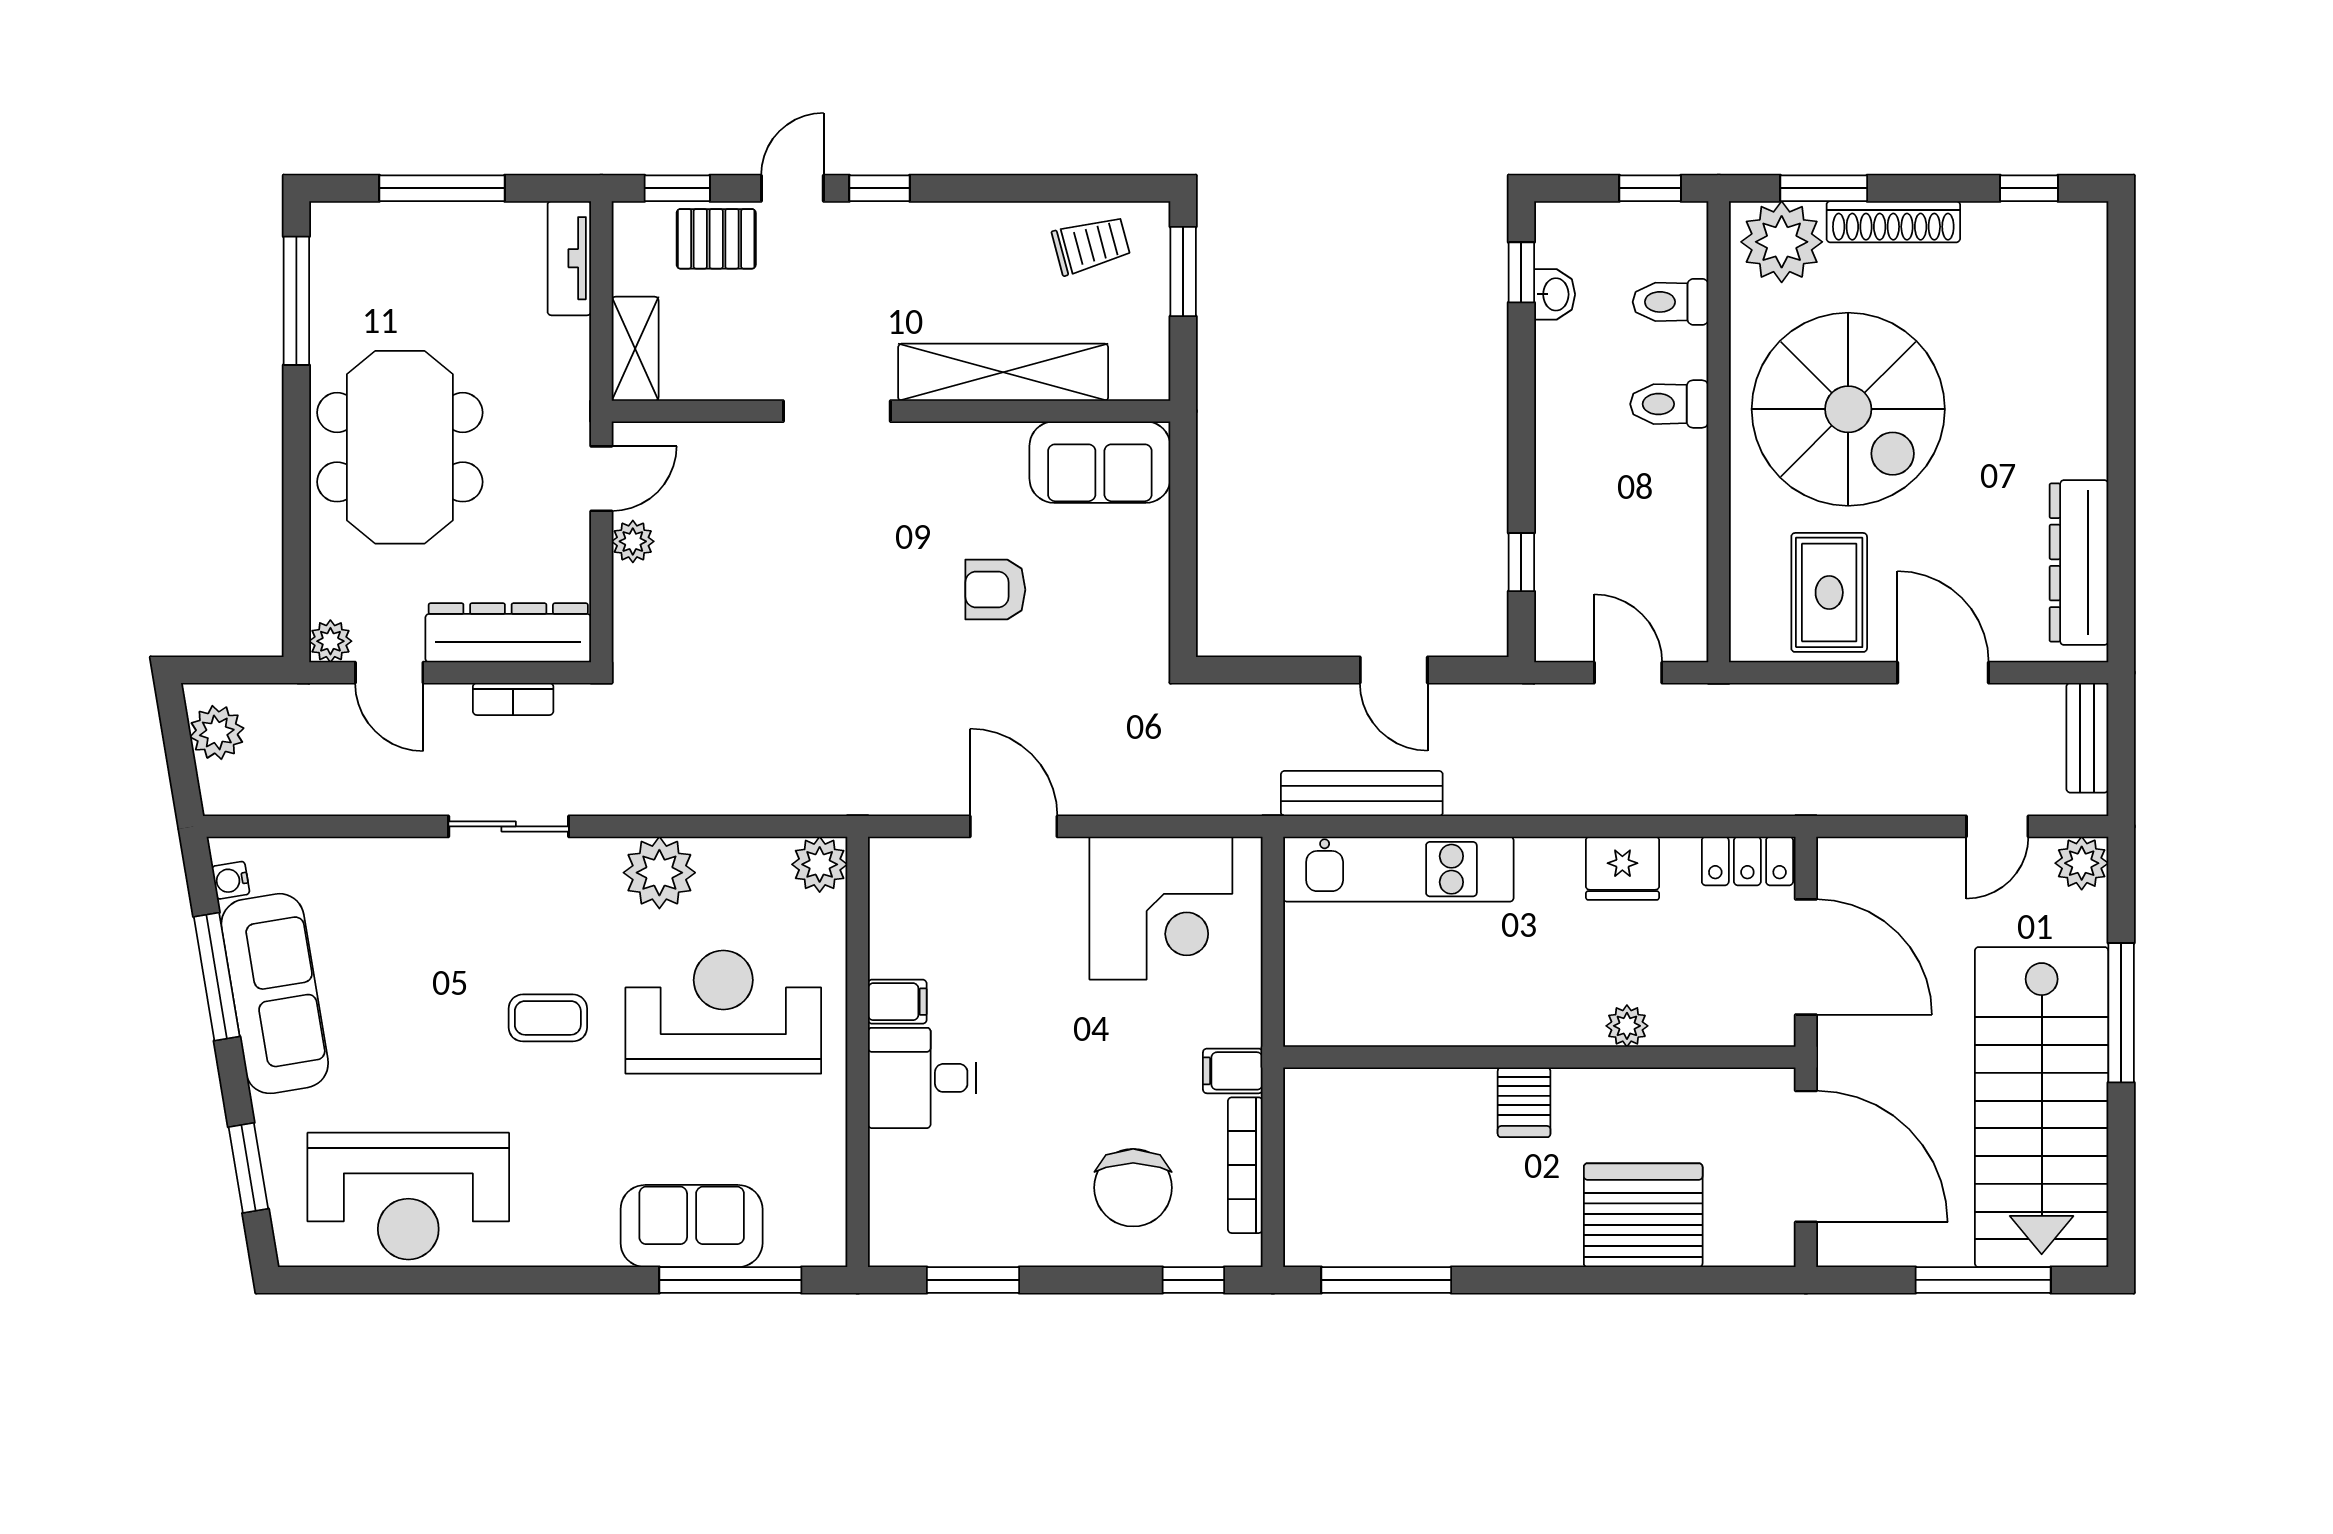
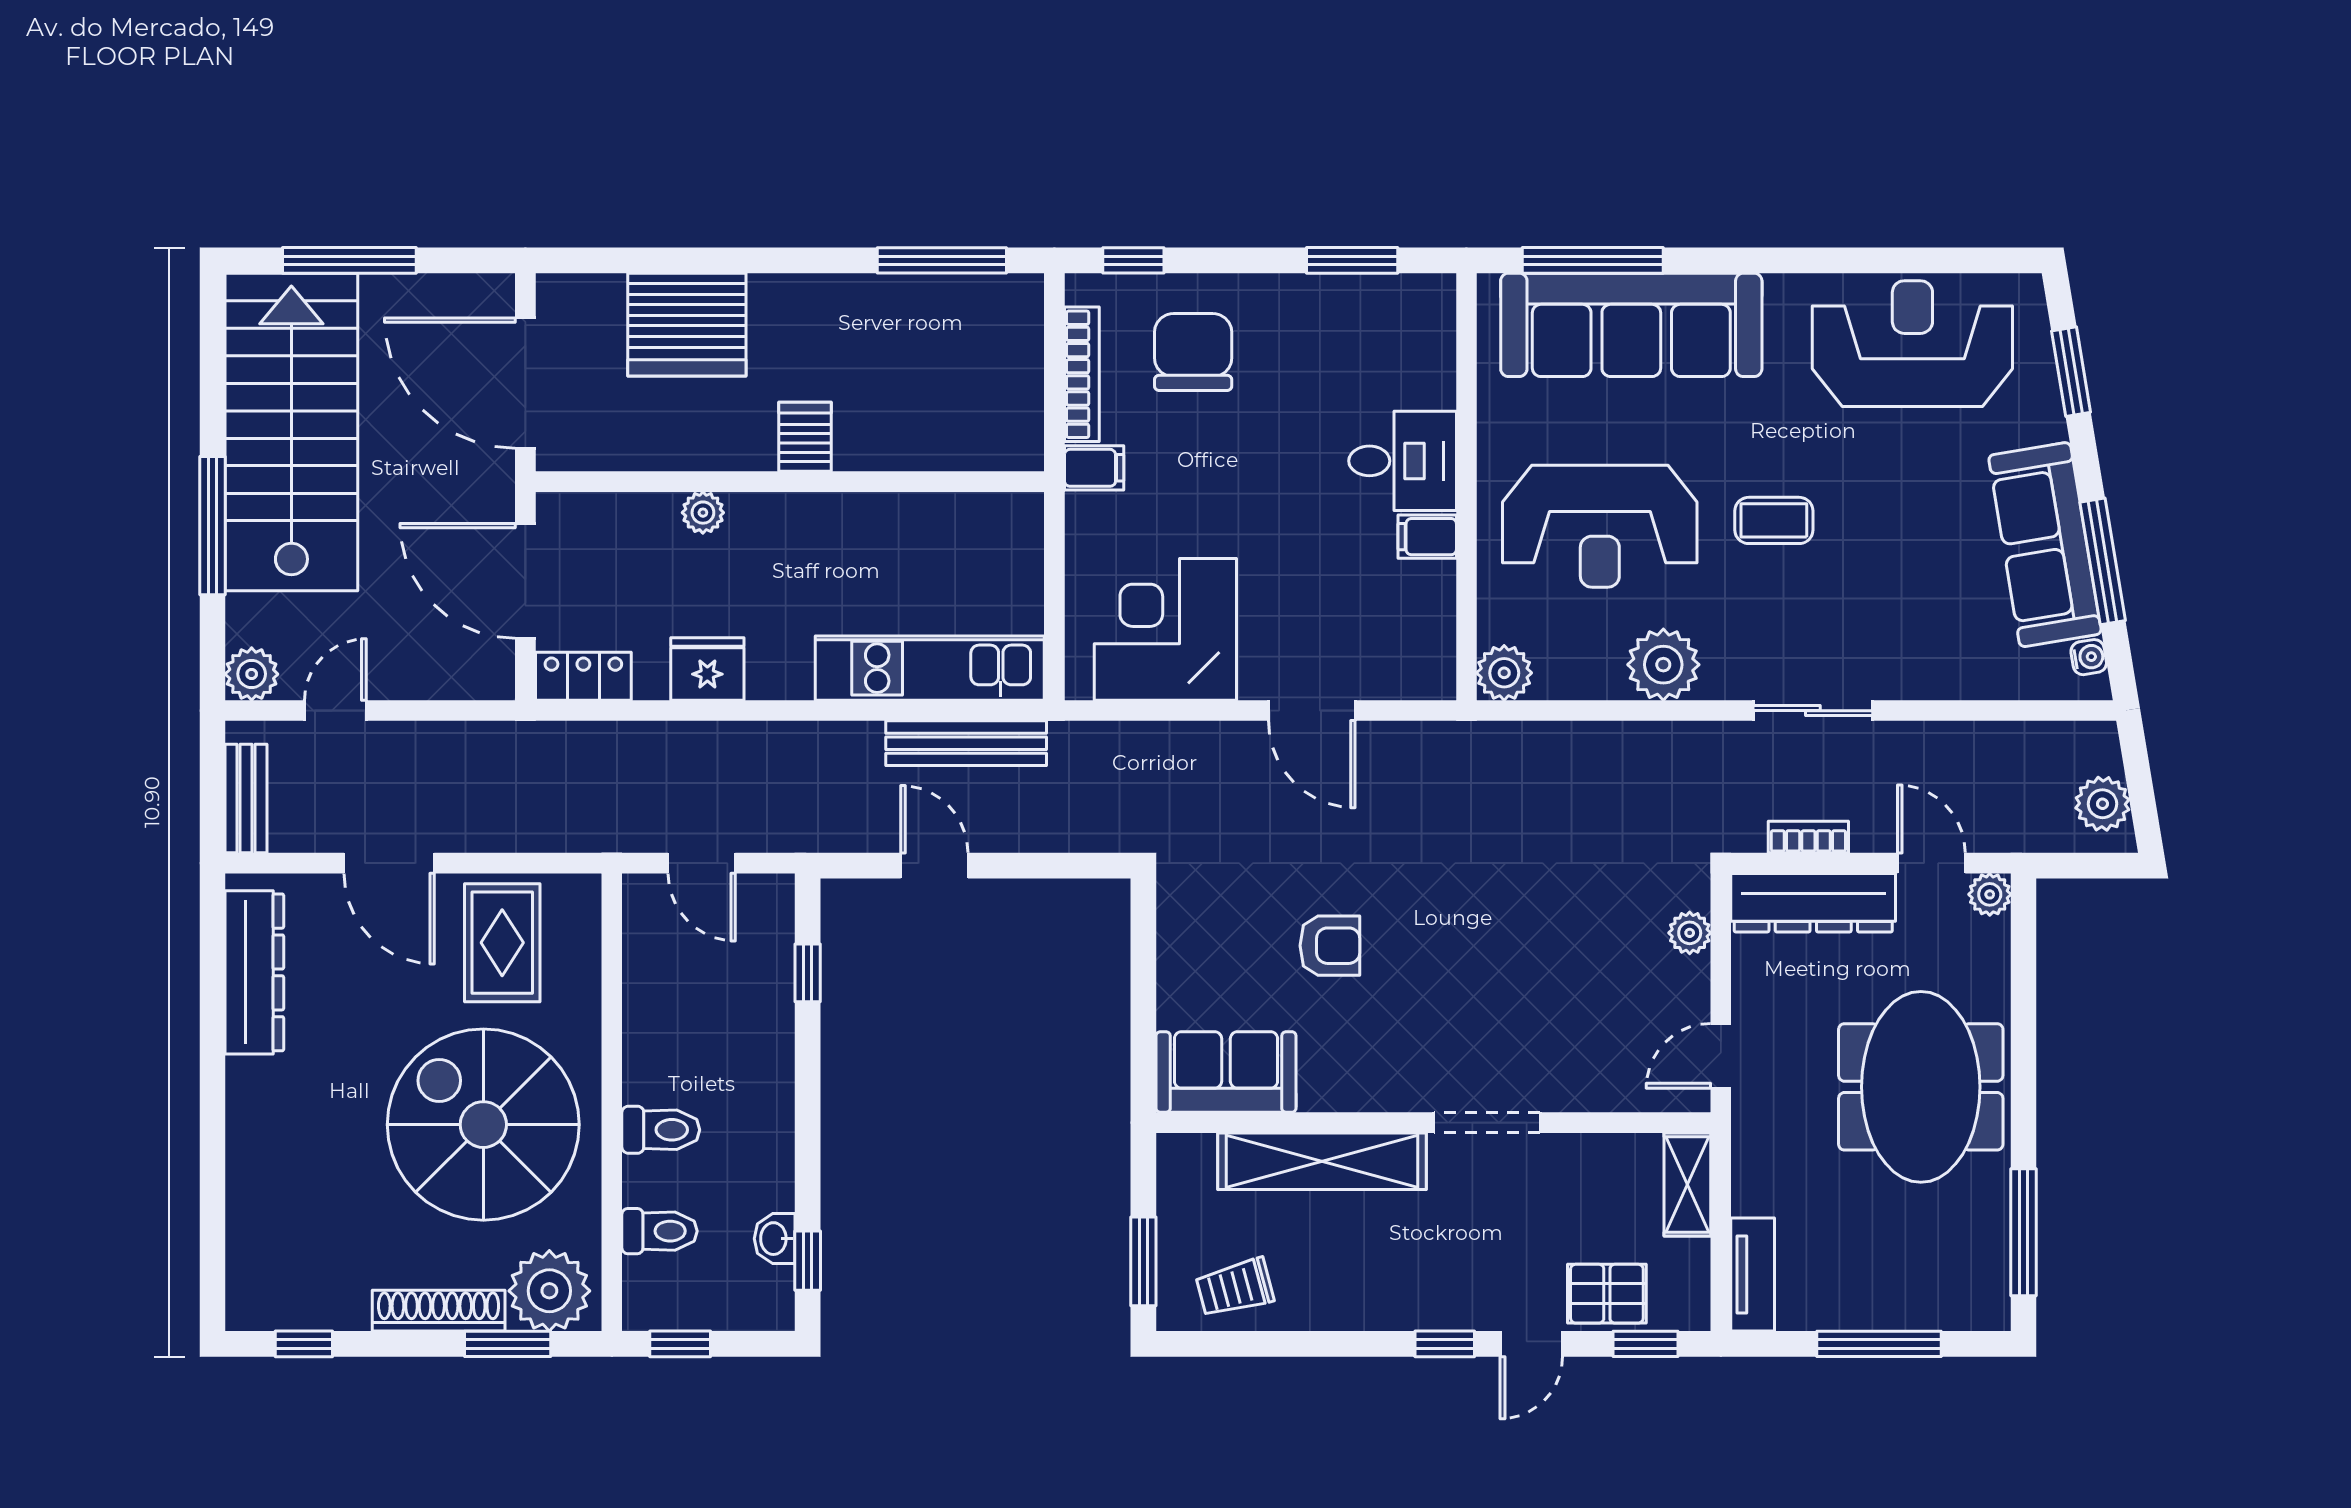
plant: (633, 541) -> (1690, 933), moved
sofa: (692, 1226) -> (1631, 325), width x1.85, depth x1.27

